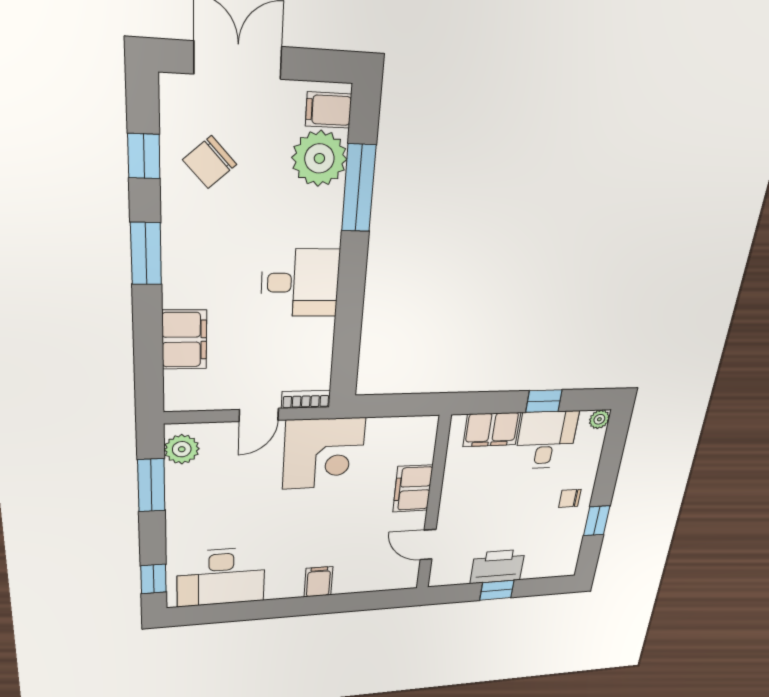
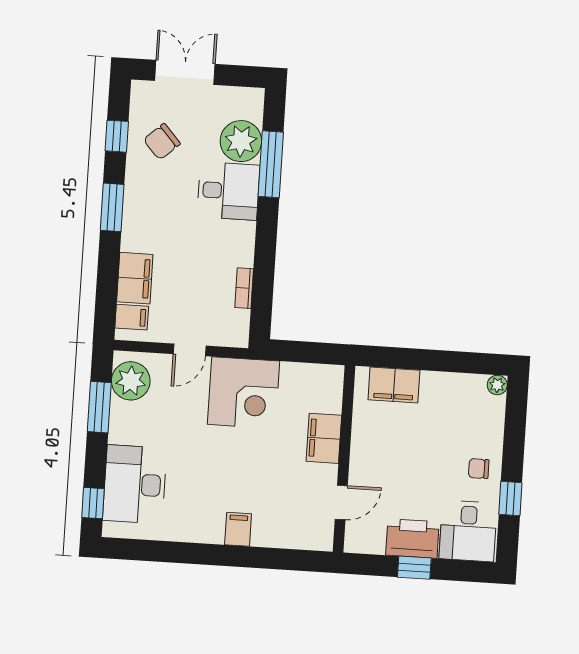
filing cabinet: (329, 110) -> (132, 317), moved, turned 180
desk: (300, 283) -> (228, 191), moved
bookcase: (306, 399) -> (244, 288), moved, turned -90
window: (544, 401) -> (441, 361), removed
desk: (546, 440) -> (468, 531), moved, turned 180
plant: (182, 449) -> (131, 381), width x1.36, depth x1.36
door: (428, 545) -> (341, 502), swing flipped
desk: (221, 577) -> (135, 484), moved, turned 90

